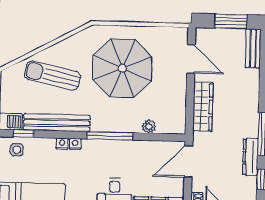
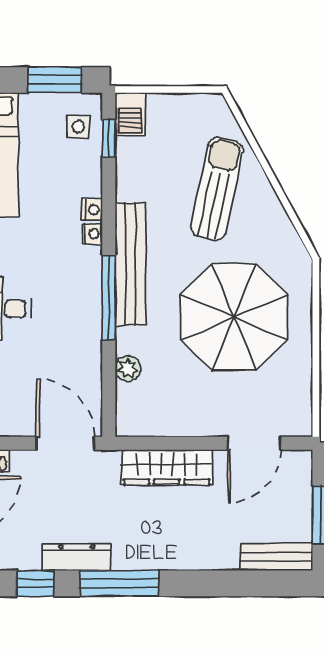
bench: (57, 123) -> (130, 264), moved

